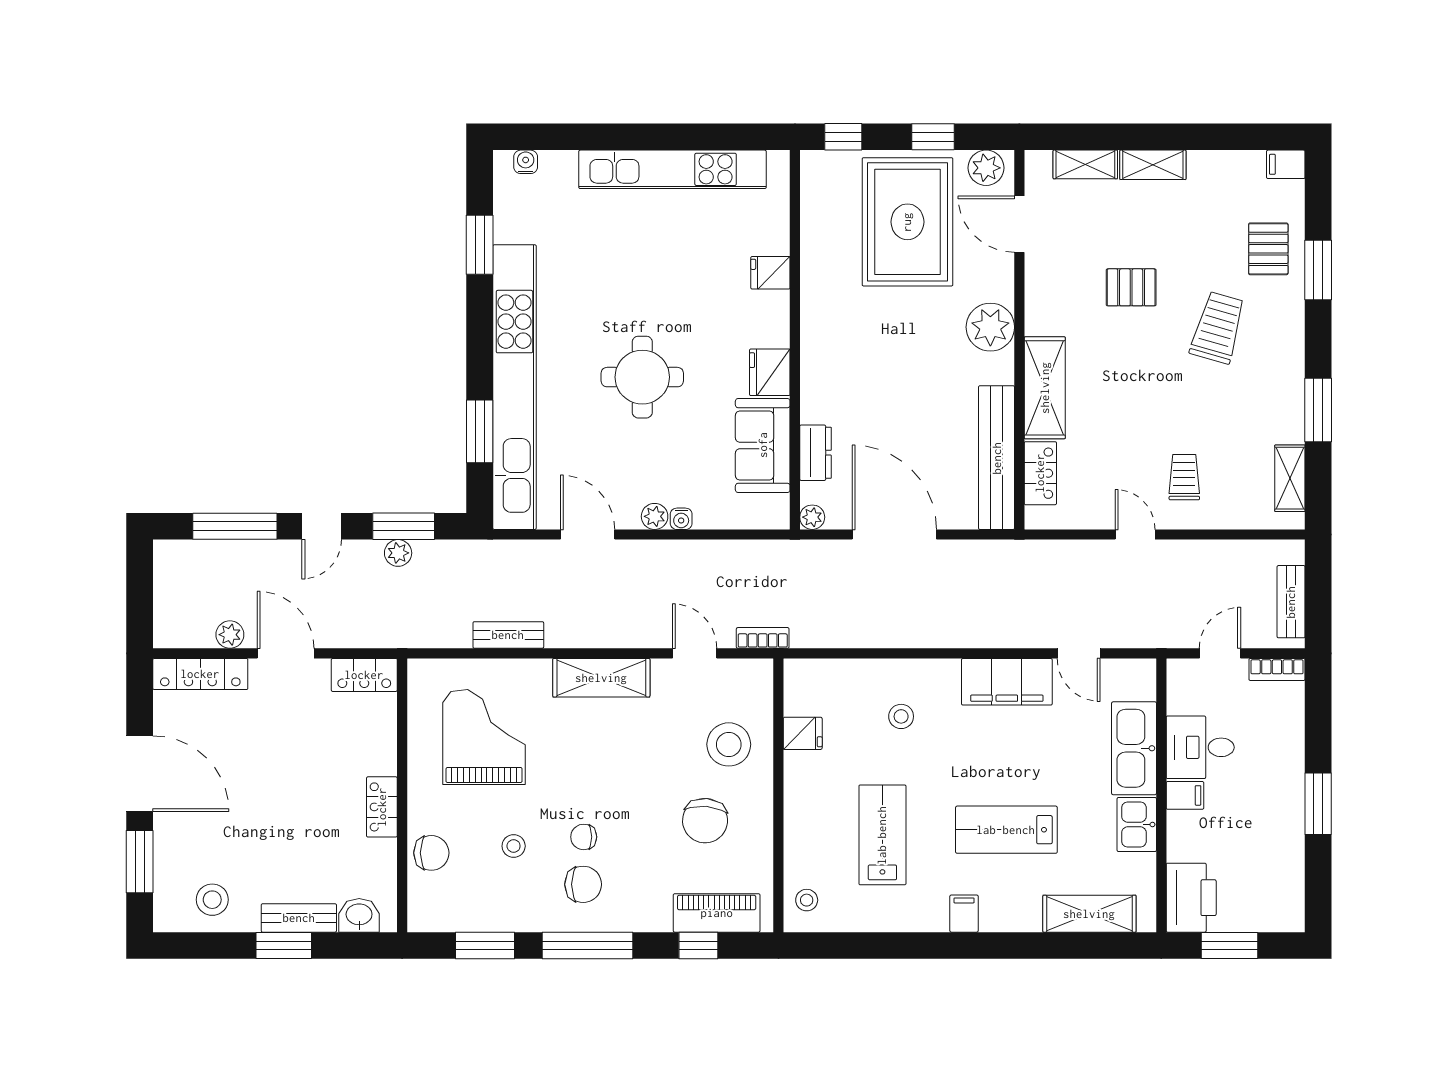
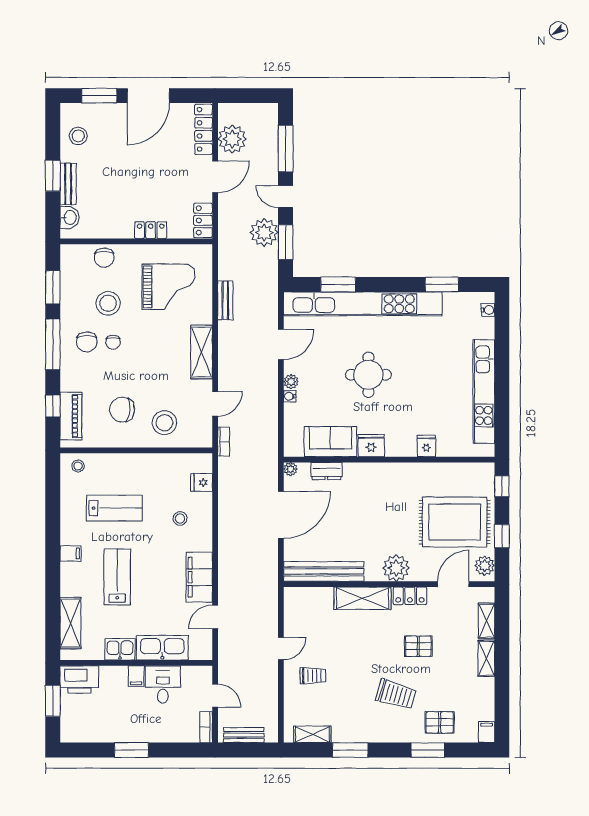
pallet: (1131, 287) -> (418, 646), turned 90
locker: (1040, 473) -> (410, 596), moved
plant: (398, 553) -> (264, 233), width x1.87, depth x1.87
plant: (230, 635) -> (232, 139), width x1.87, depth x1.87
fridge: (803, 733) -> (202, 482), moved, turned 90
locker: (382, 807) -> (151, 230), moved
chair: (584, 837) -> (113, 342), turned 180
stool: (514, 846) -> (108, 303), width x1.89, depth x1.89

